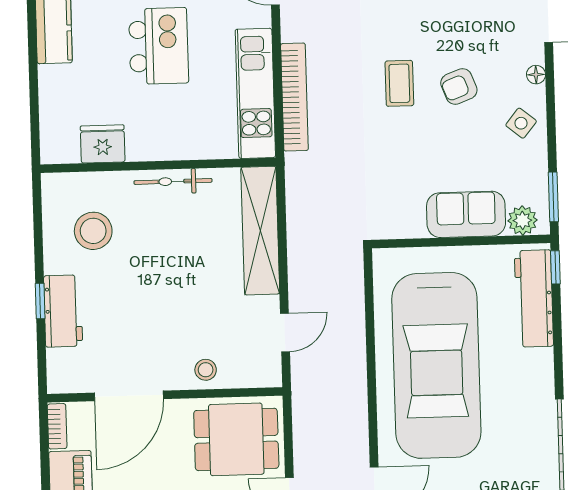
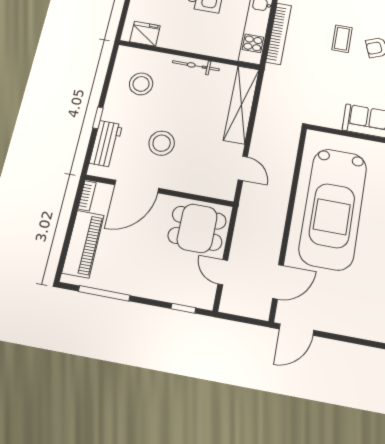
fridge: (103, 144) -> (145, 34), moved
workbench: (63, 311) -> (106, 144), moved
door: (285, 332) -> (243, 168), hinge flipped
stool: (206, 370) -> (162, 143), moved, width x1.89, depth x1.89

